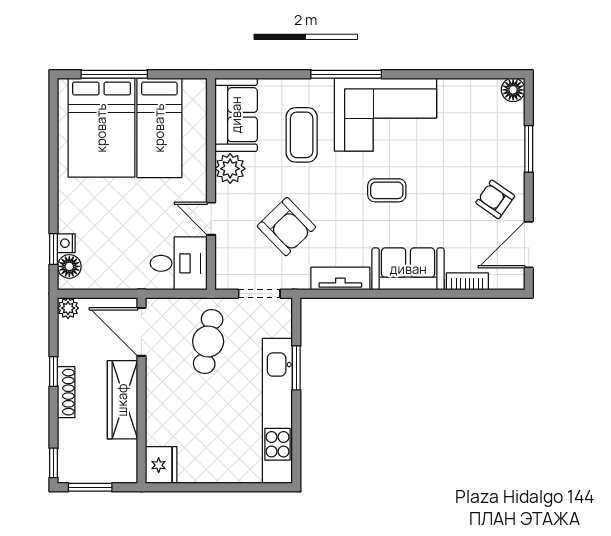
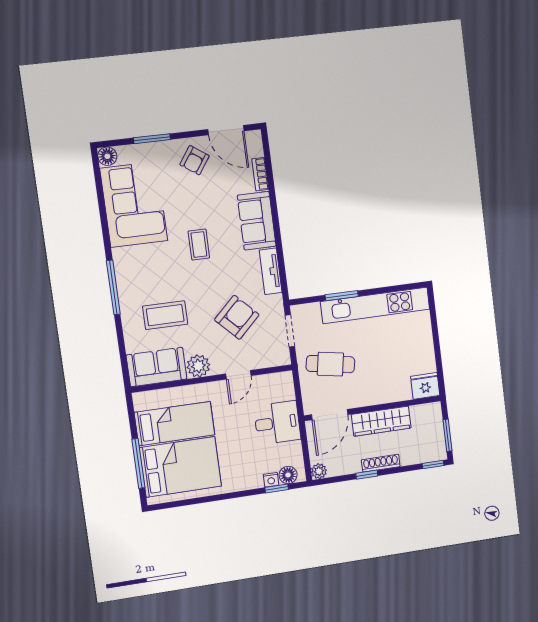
corner sofa: (385, 115) -> (134, 205), moved
desk: (179, 263) -> (277, 423), moved, turned 90

